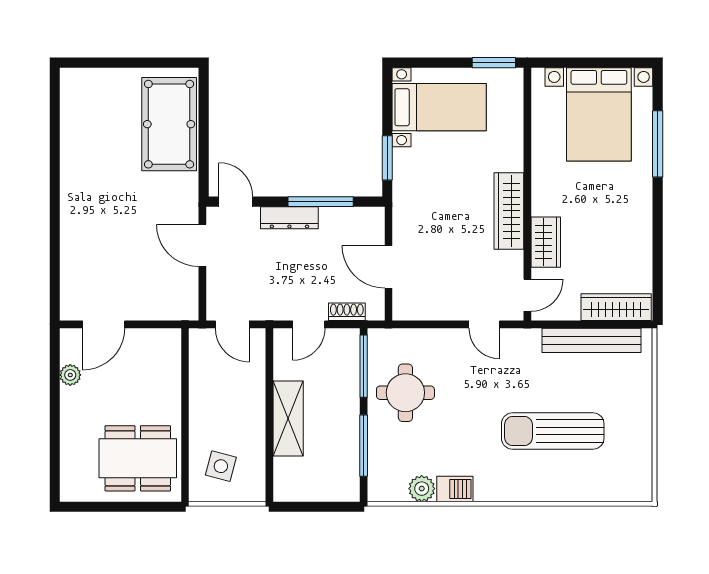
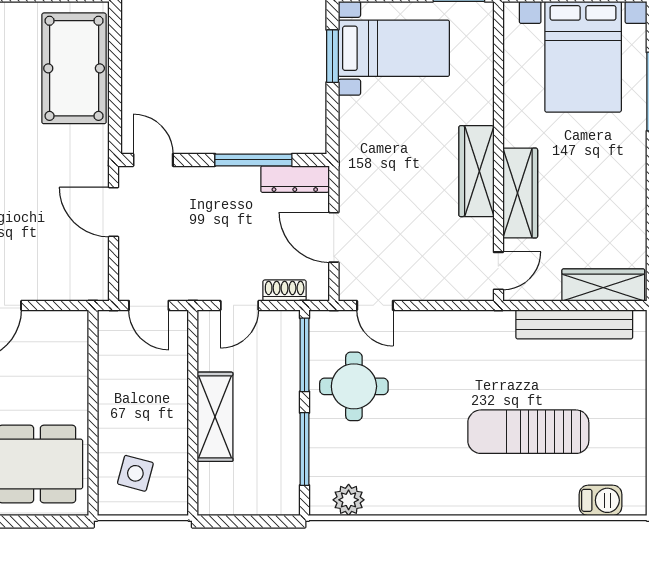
window: (387, 158) -> (332, 56), moved
dresser: (289, 218) -> (295, 179), moved
wardrobe: (546, 242) -> (520, 193), width x1.50
door: (484, 324) -> (375, 305), moved
plant: (422, 489) -> (349, 500), moved
barbecue: (455, 489) -> (600, 500), moved

